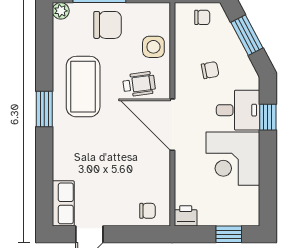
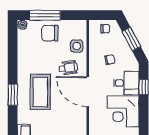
chair: (108, 25) -> (50, 33), turned 180
coffee table: (83, 87) -> (40, 92), moved
window: (44, 109) -> (13, 95), moved

